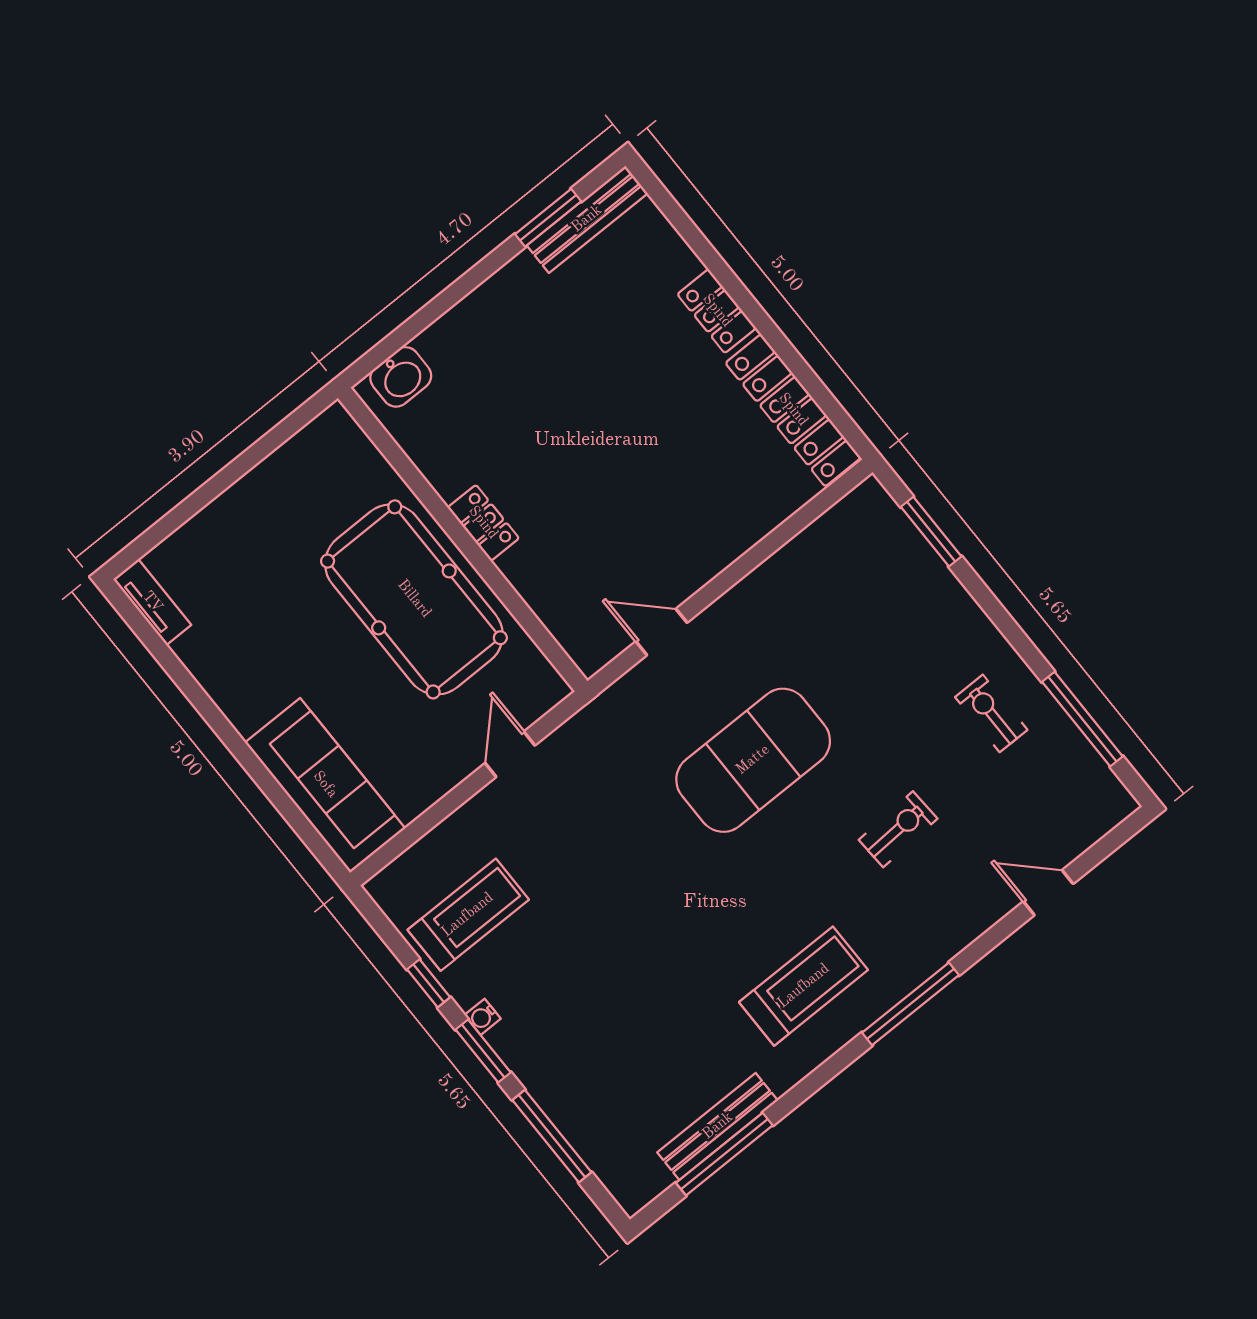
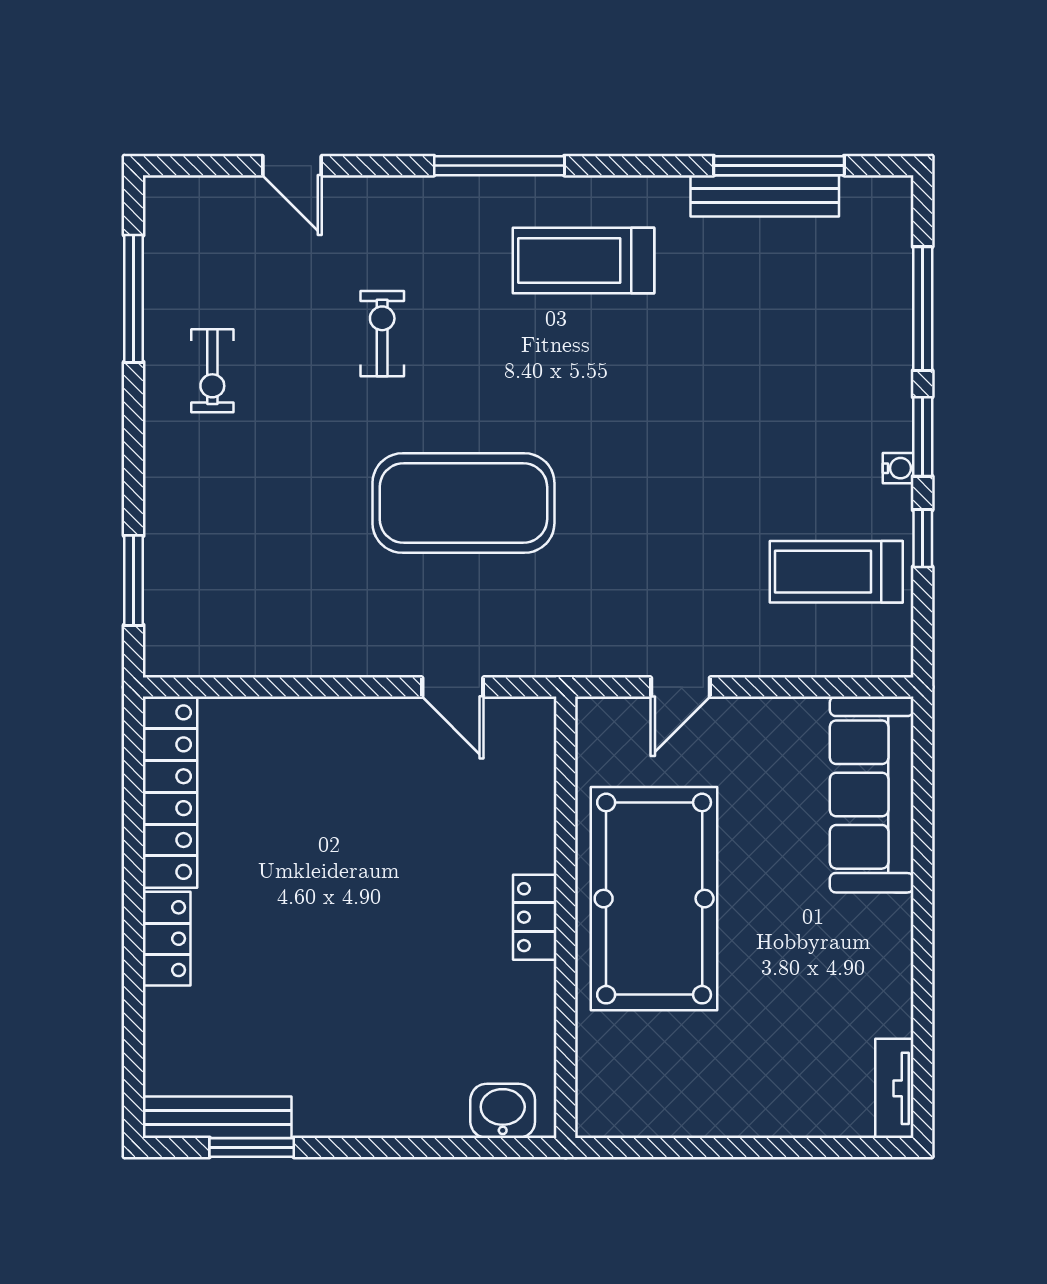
exercise bike: (898, 829) -> (382, 334), turned 93

